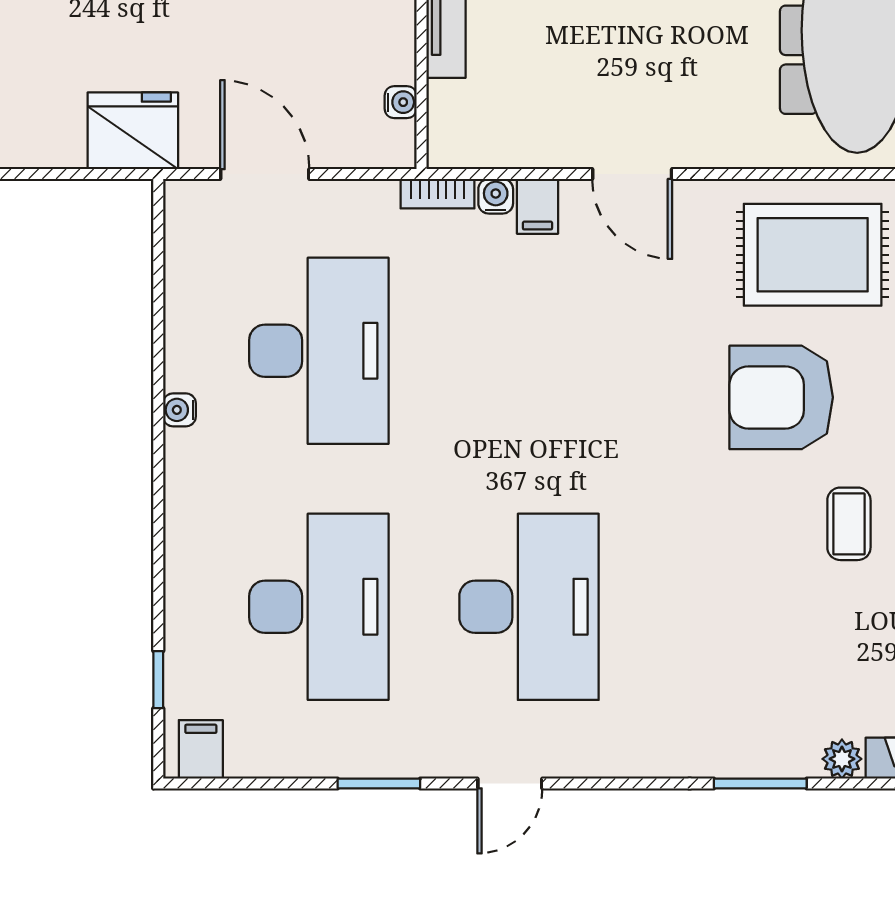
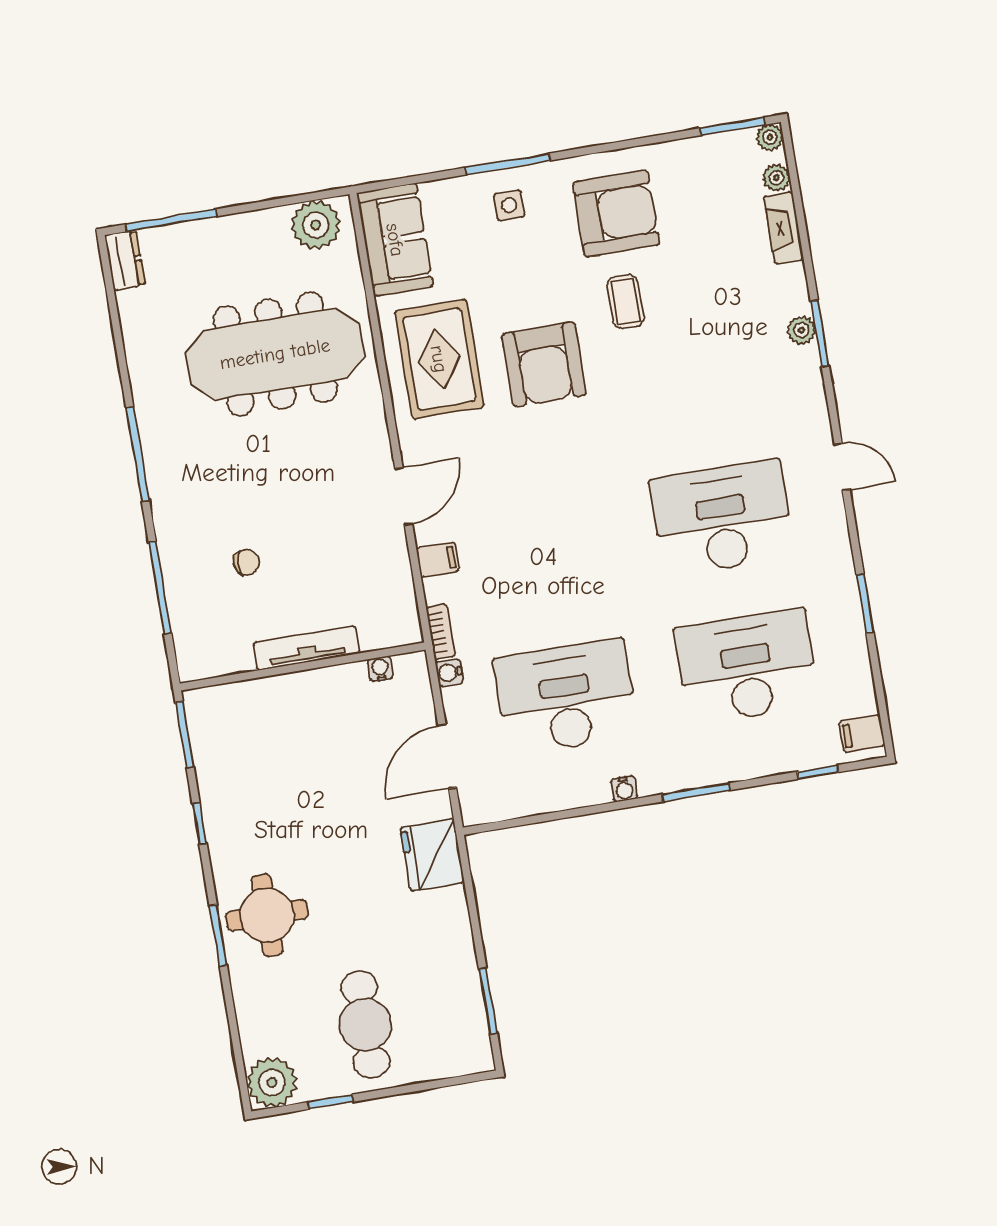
water cooler: (496, 196) -> (449, 673), moved
window: (158, 508) -> (696, 792), added
coffee table: (849, 524) -> (626, 301), turned 90
plant: (842, 759) -> (801, 330), moved
door: (510, 783) -> (842, 467), moved

